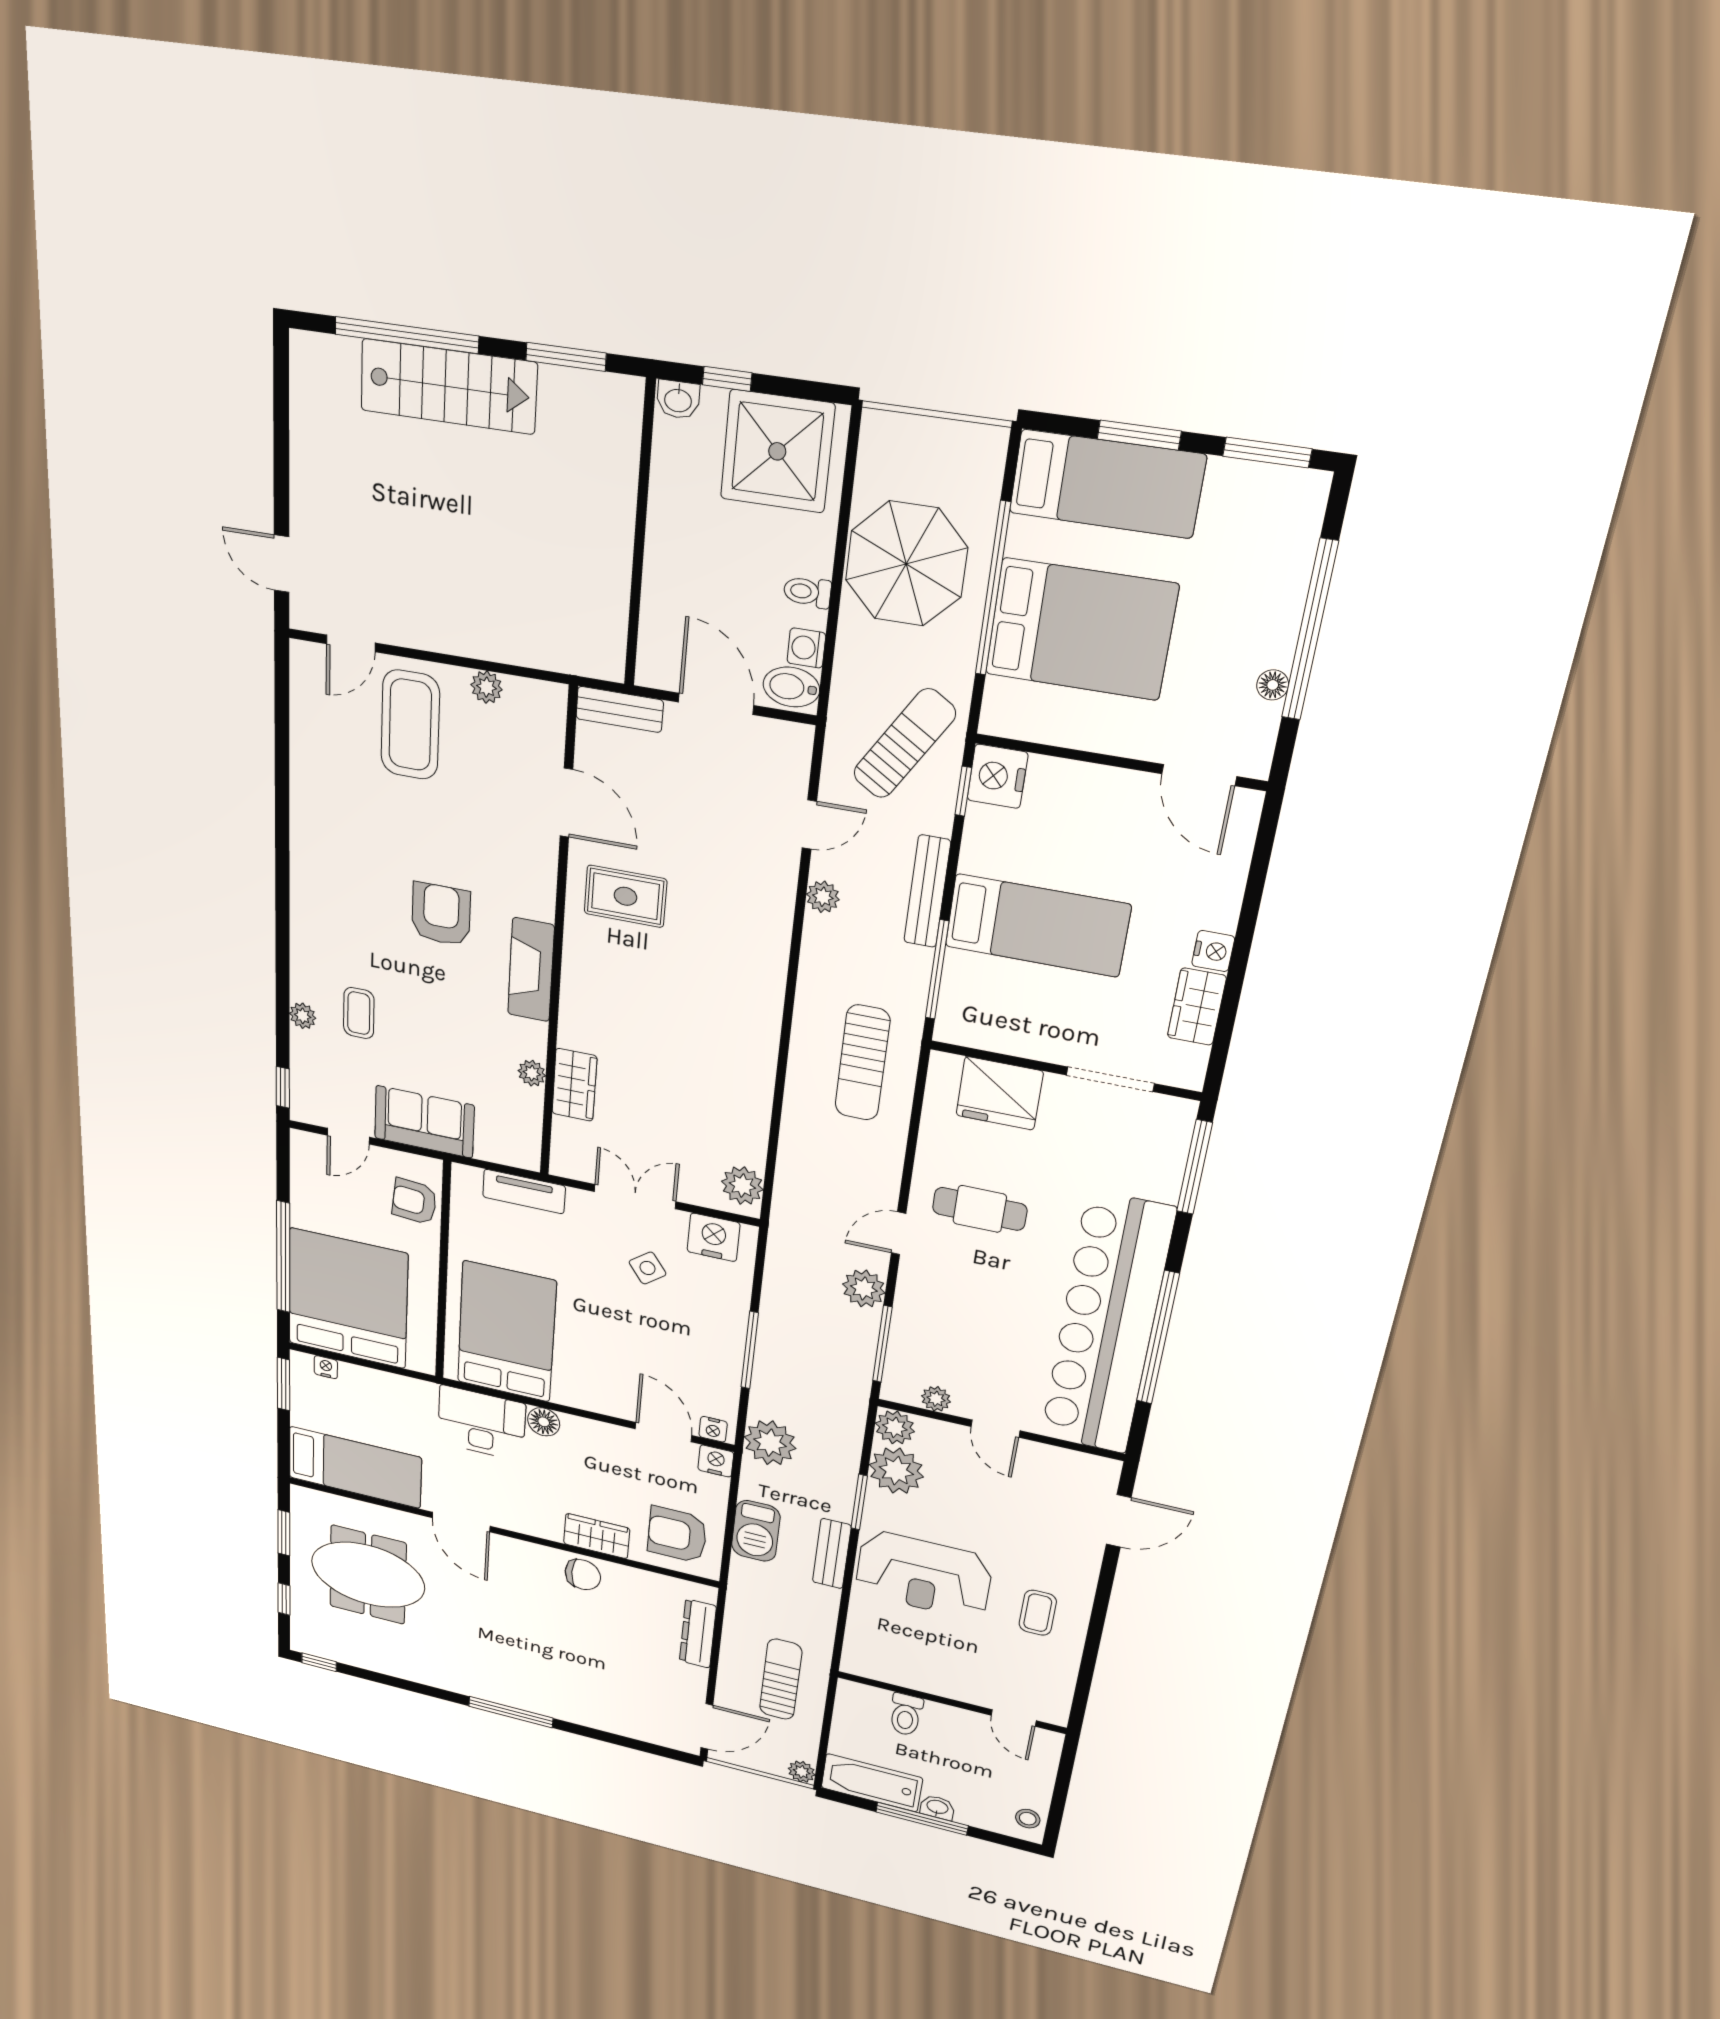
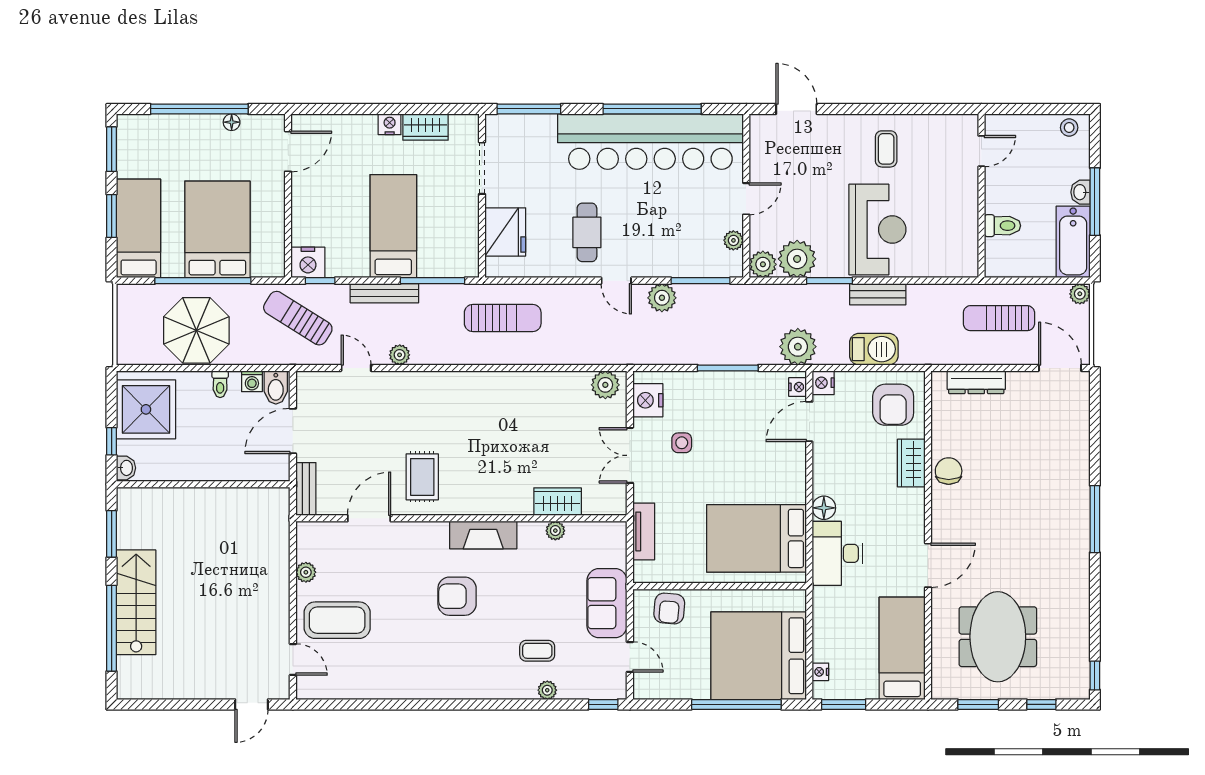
side table: (648, 1268) -> (682, 443), turned 37
coffee table: (1038, 1613) -> (886, 149), turned 90

